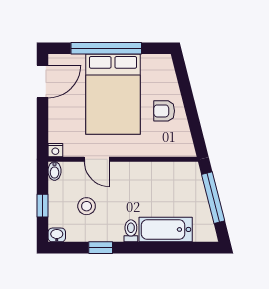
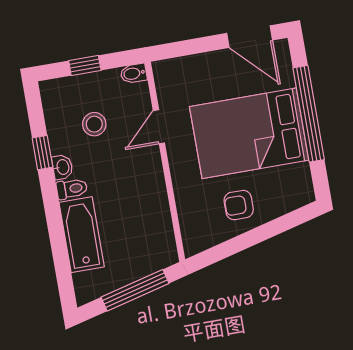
armchair: (164, 111) -> (239, 205), turned -90
nightstand: (55, 150) -> (161, 70), removed
washbasin: (57, 235) -> (62, 167), moved

